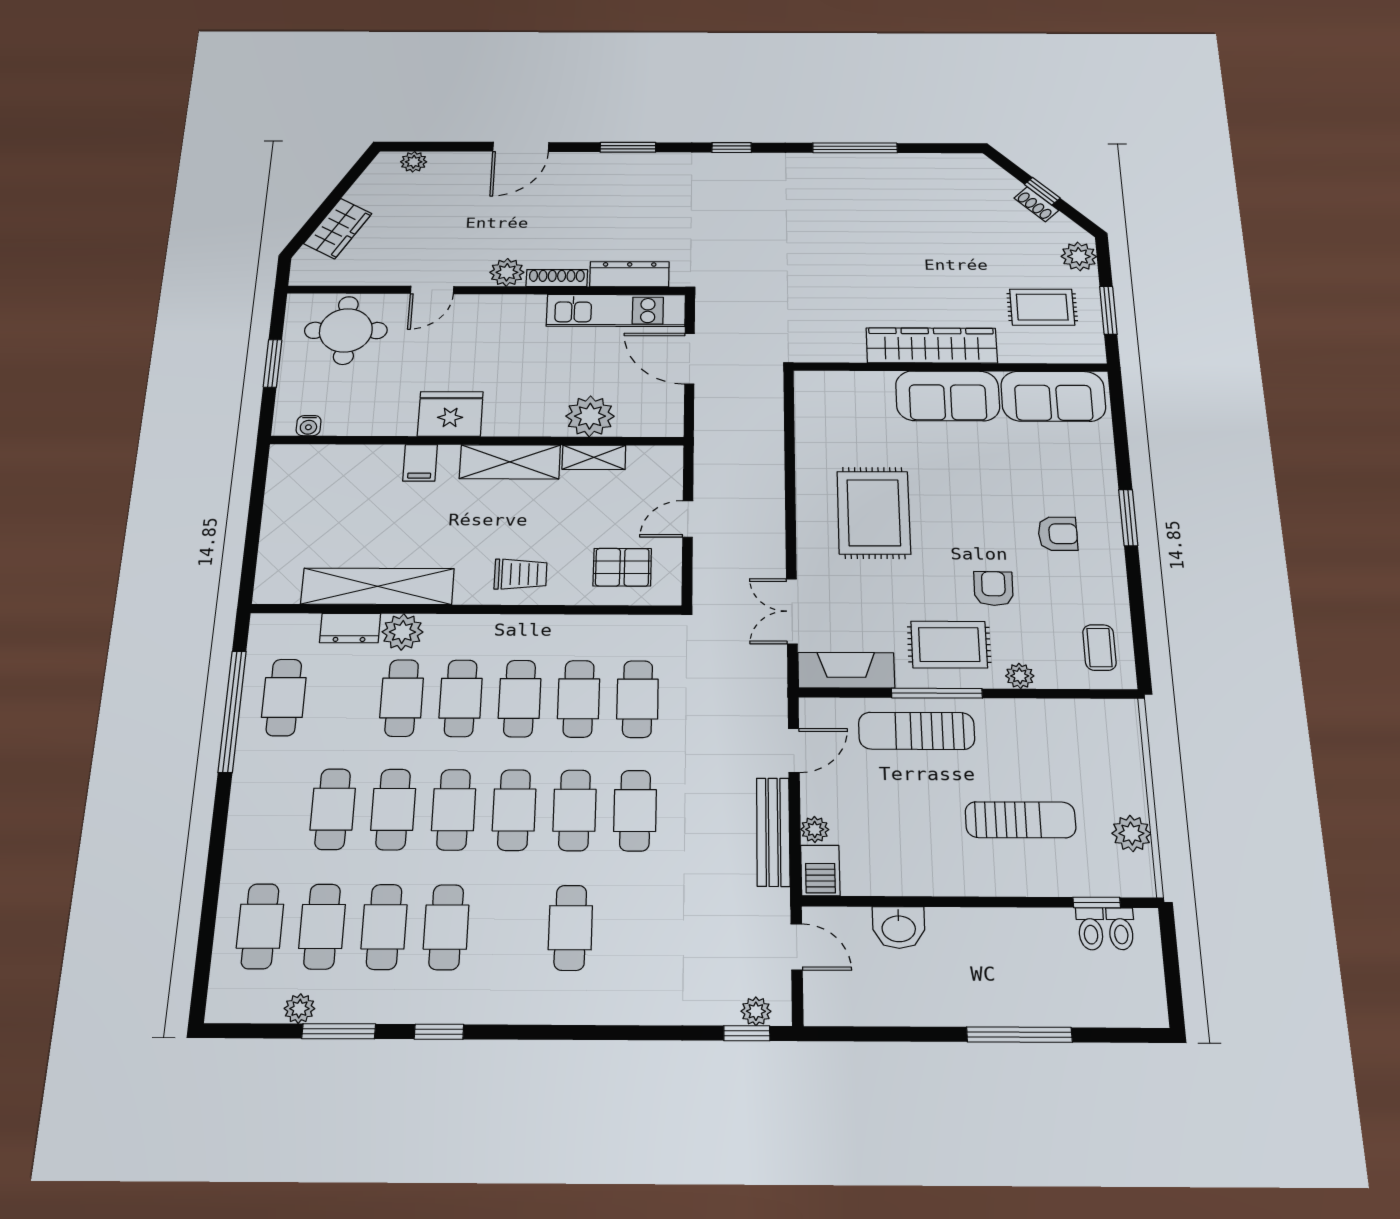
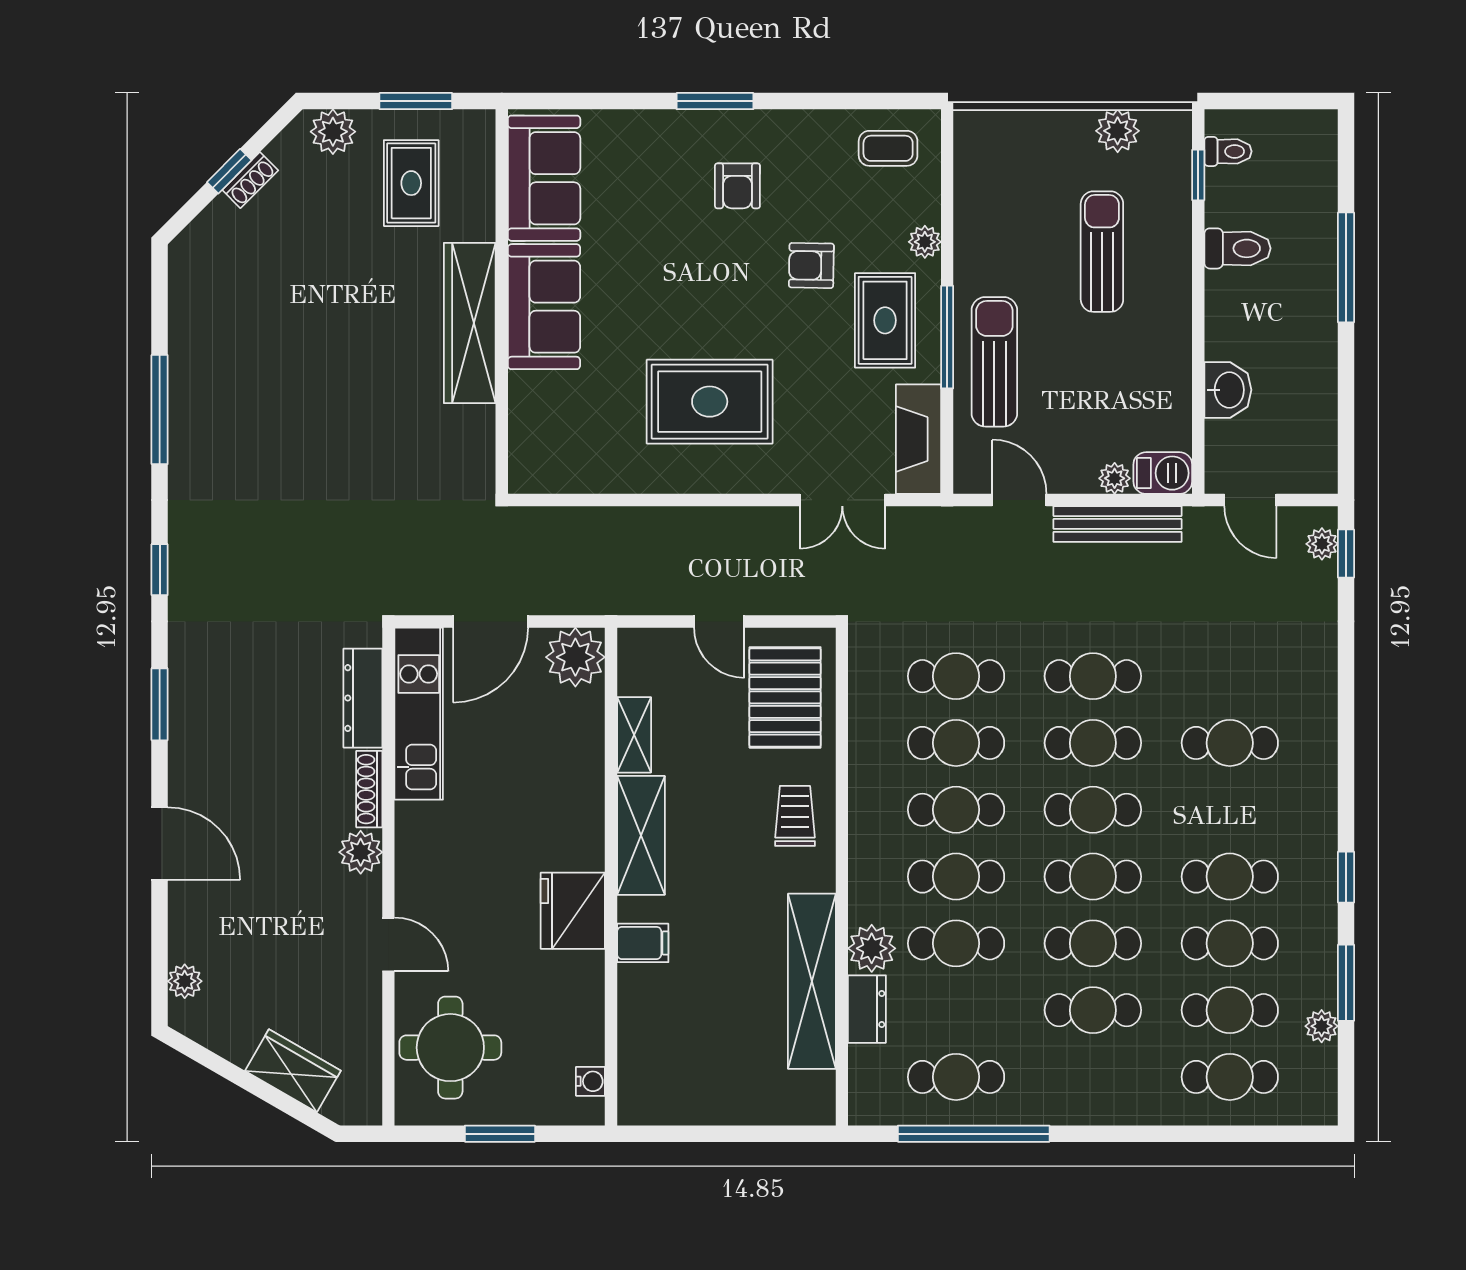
plant: (590, 416) -> (575, 657), moved
armchair: (1058, 534) -> (737, 186), turned 180
pallet: (622, 567) -> (785, 697), width x1.50, depth x1.42
sun lounger: (917, 731) -> (994, 362), turned 180
toilet: (1091, 929) -> (1237, 248), moved, width x1.37, depth x1.39
door: (797, 947) -> (1250, 500), swing flipped

